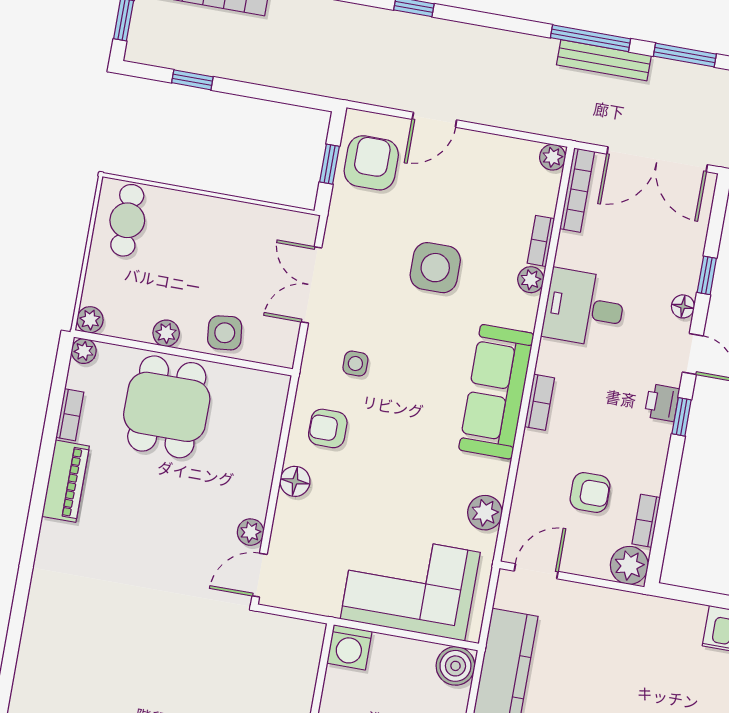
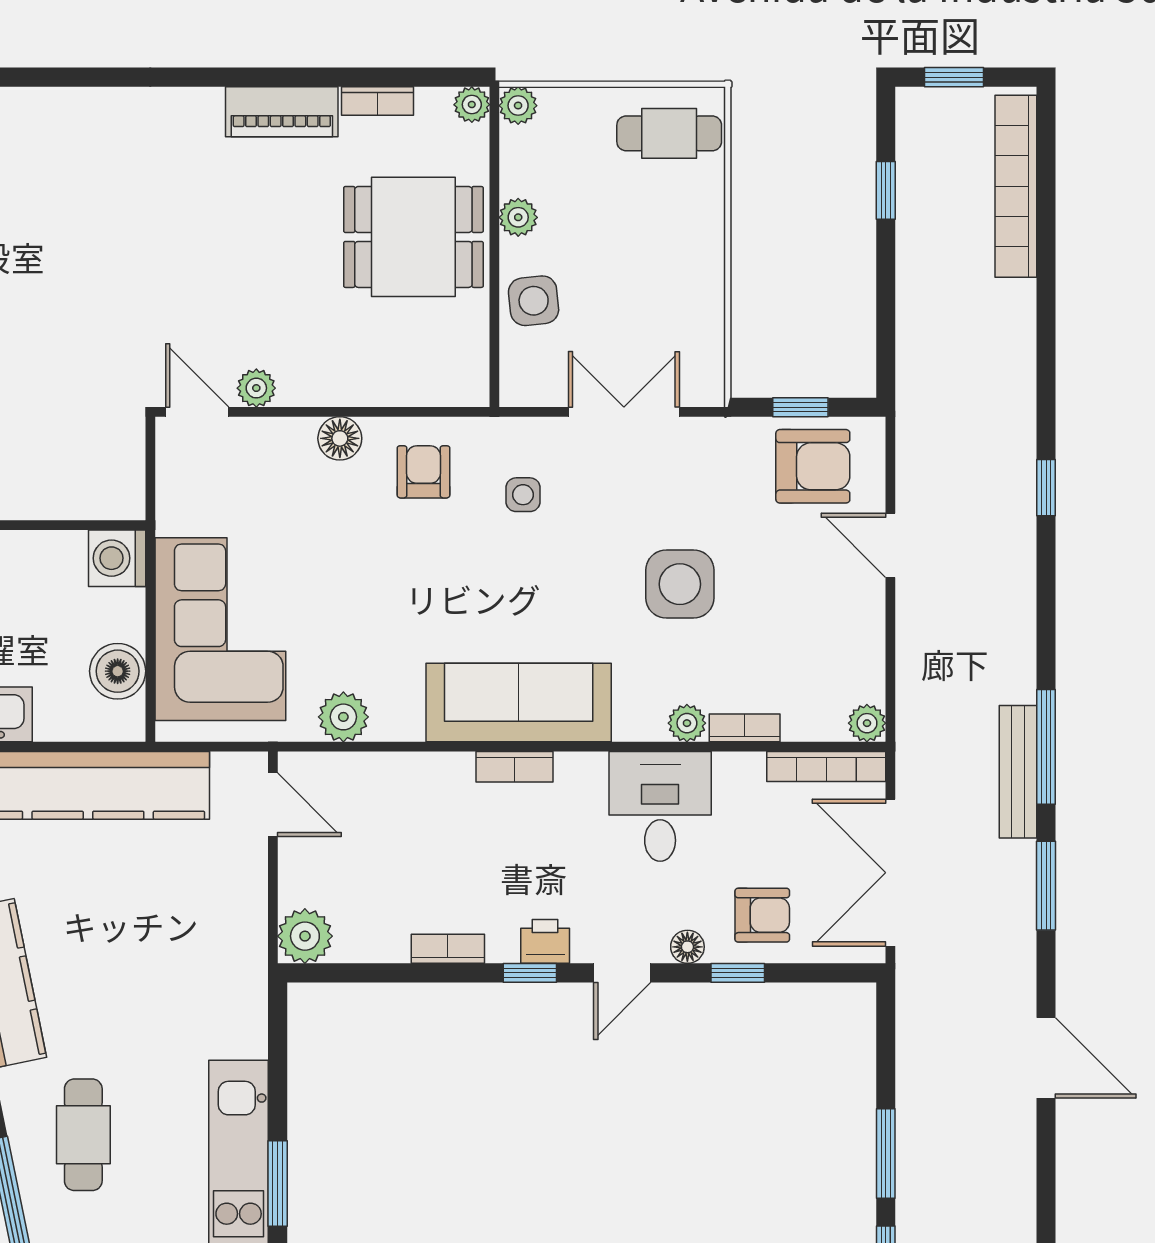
armchair: (590, 492) -> (762, 915), moved, turned -90
bookcase: (646, 521) -> (448, 949), moved
boiler: (455, 666) -> (118, 671), moved

